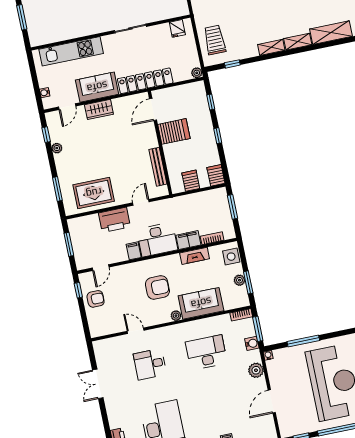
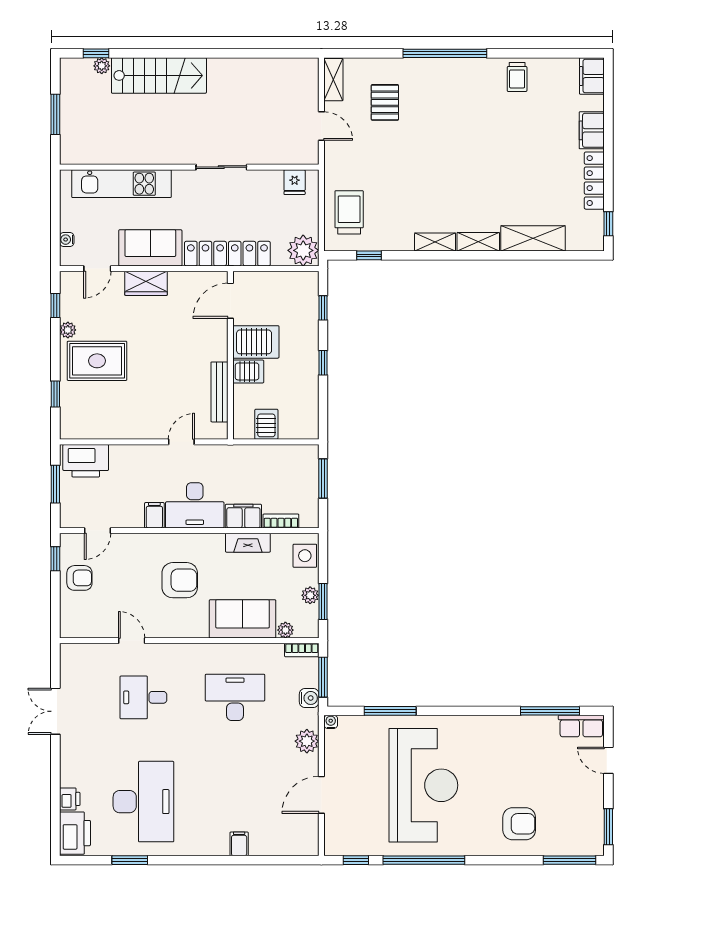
plant: (197, 73) -> (303, 250), width x1.88, depth x1.88
server rack: (216, 175) -> (248, 371), moved, turned 90
window: (57, 189) -> (55, 394), width x0.67
rug: (94, 193) -> (97, 361), moved
printer: (114, 220) -> (86, 461), moved
plant: (176, 316) -> (285, 630), moved

